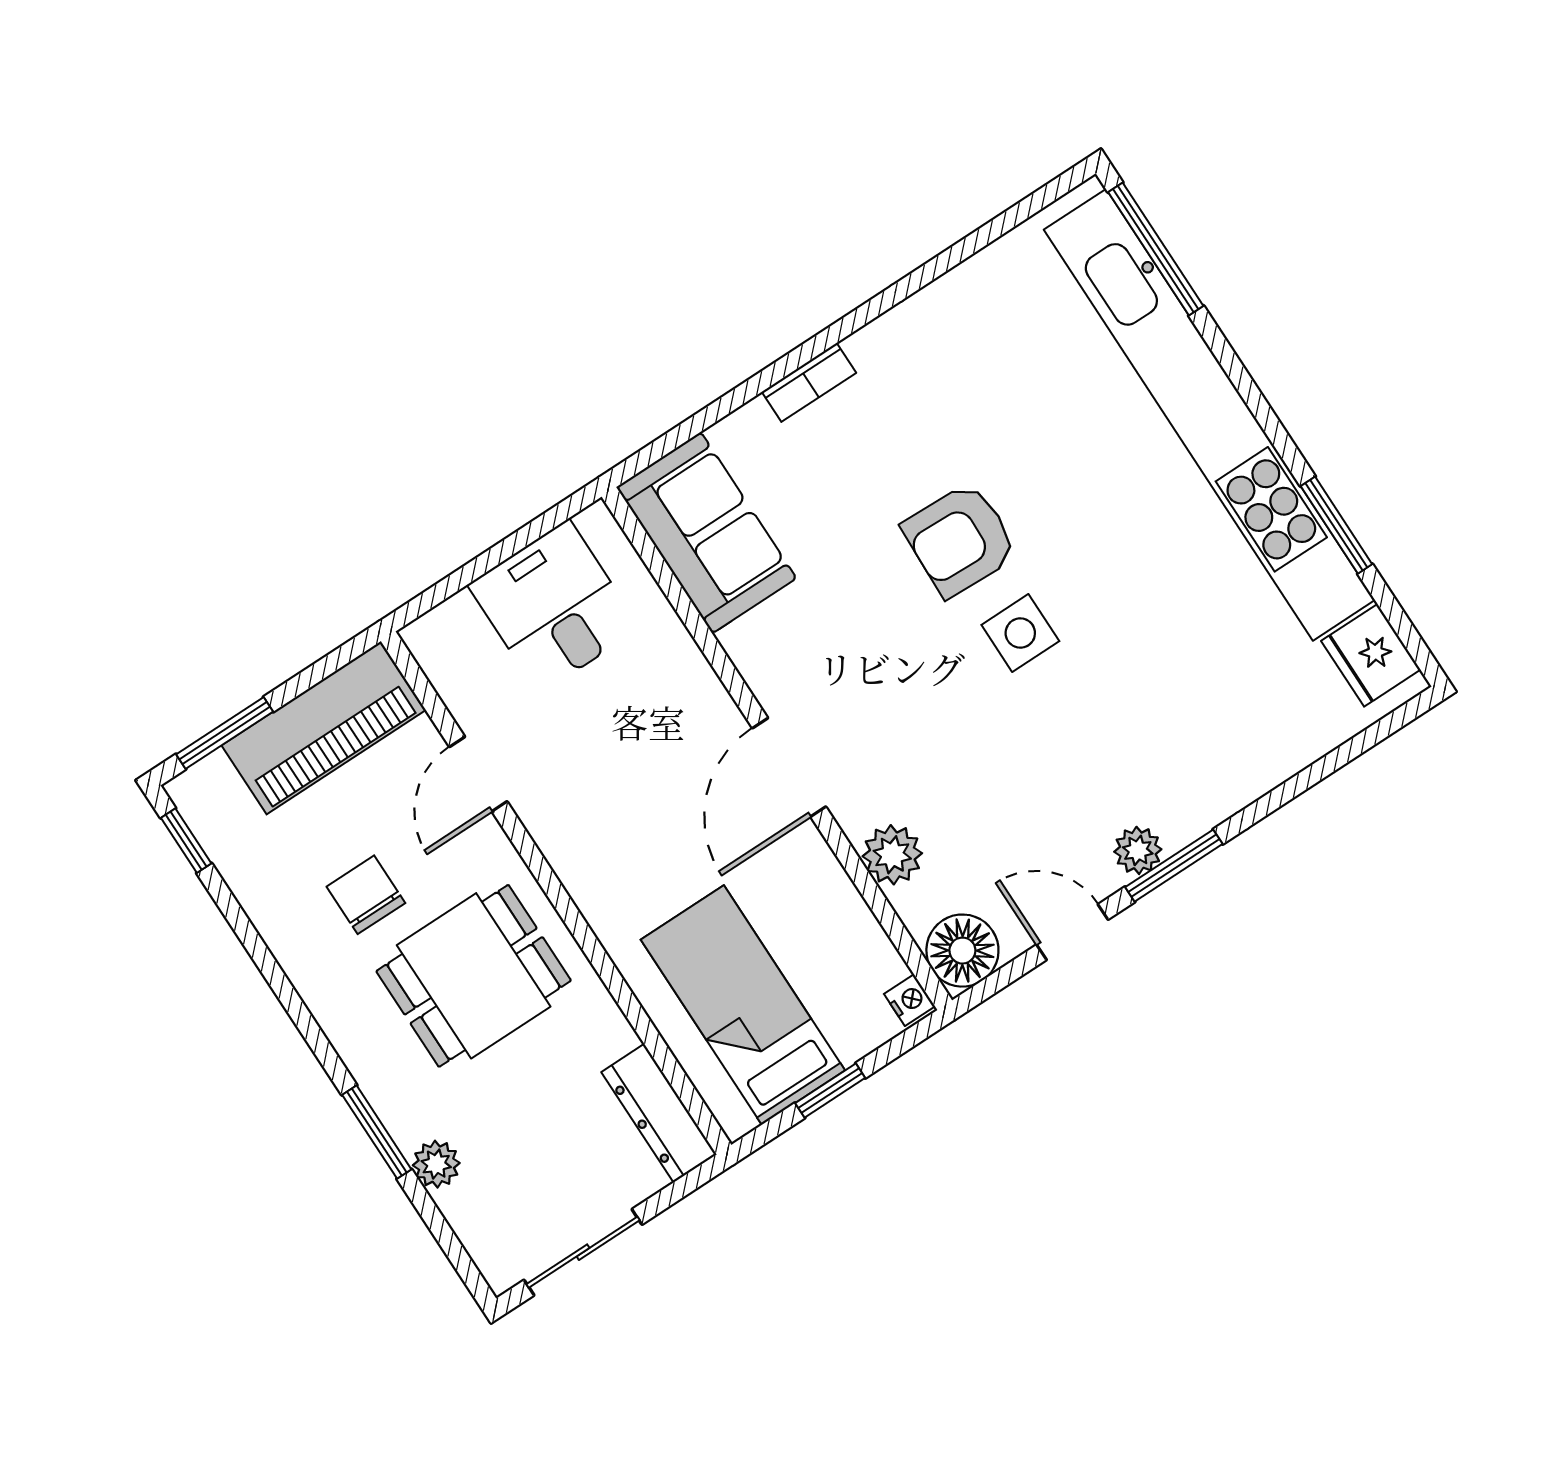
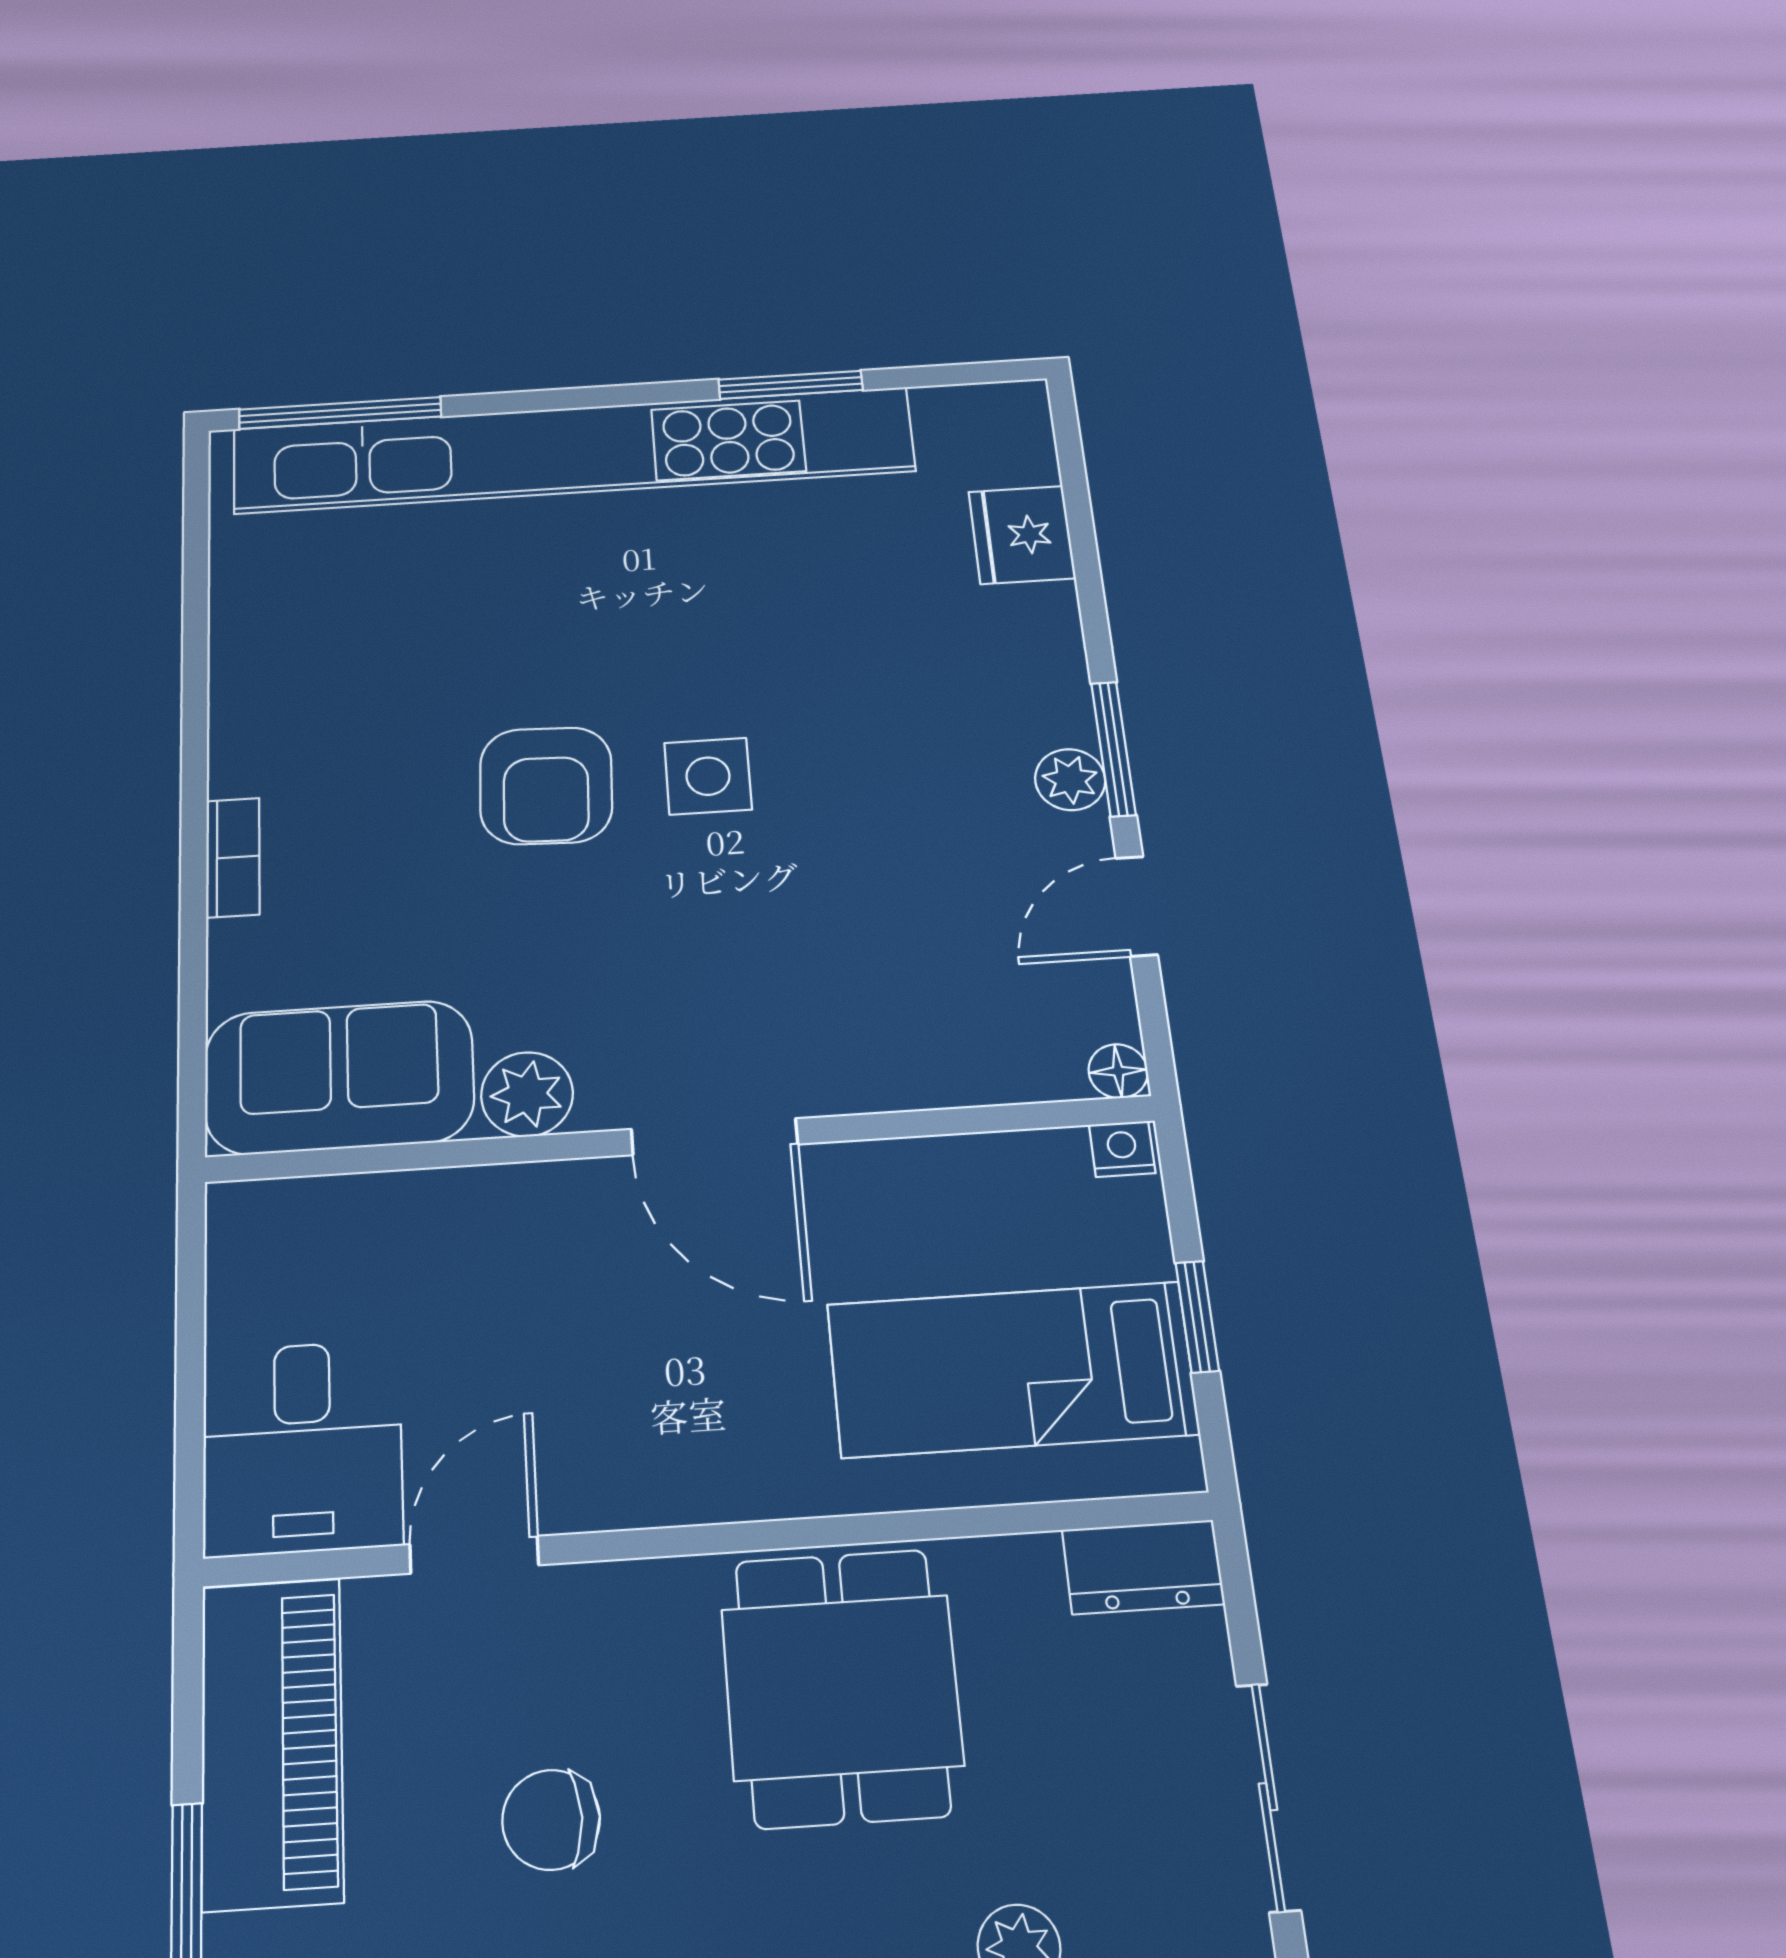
desk: (554, 607) -> (302, 1447), moved, turned -90
fridge: (1371, 655) -> (1022, 535), moved, turned 90
door: (478, 774) -> (474, 1555), swing flipped
plant: (892, 855) -> (527, 1094), moved
floor lamp: (962, 951) -> (1118, 1071), width x0.53, depth x0.53
dining table: (474, 976) -> (842, 1687), moved
dresser: (659, 1113) -> (1143, 1567), width x0.70

